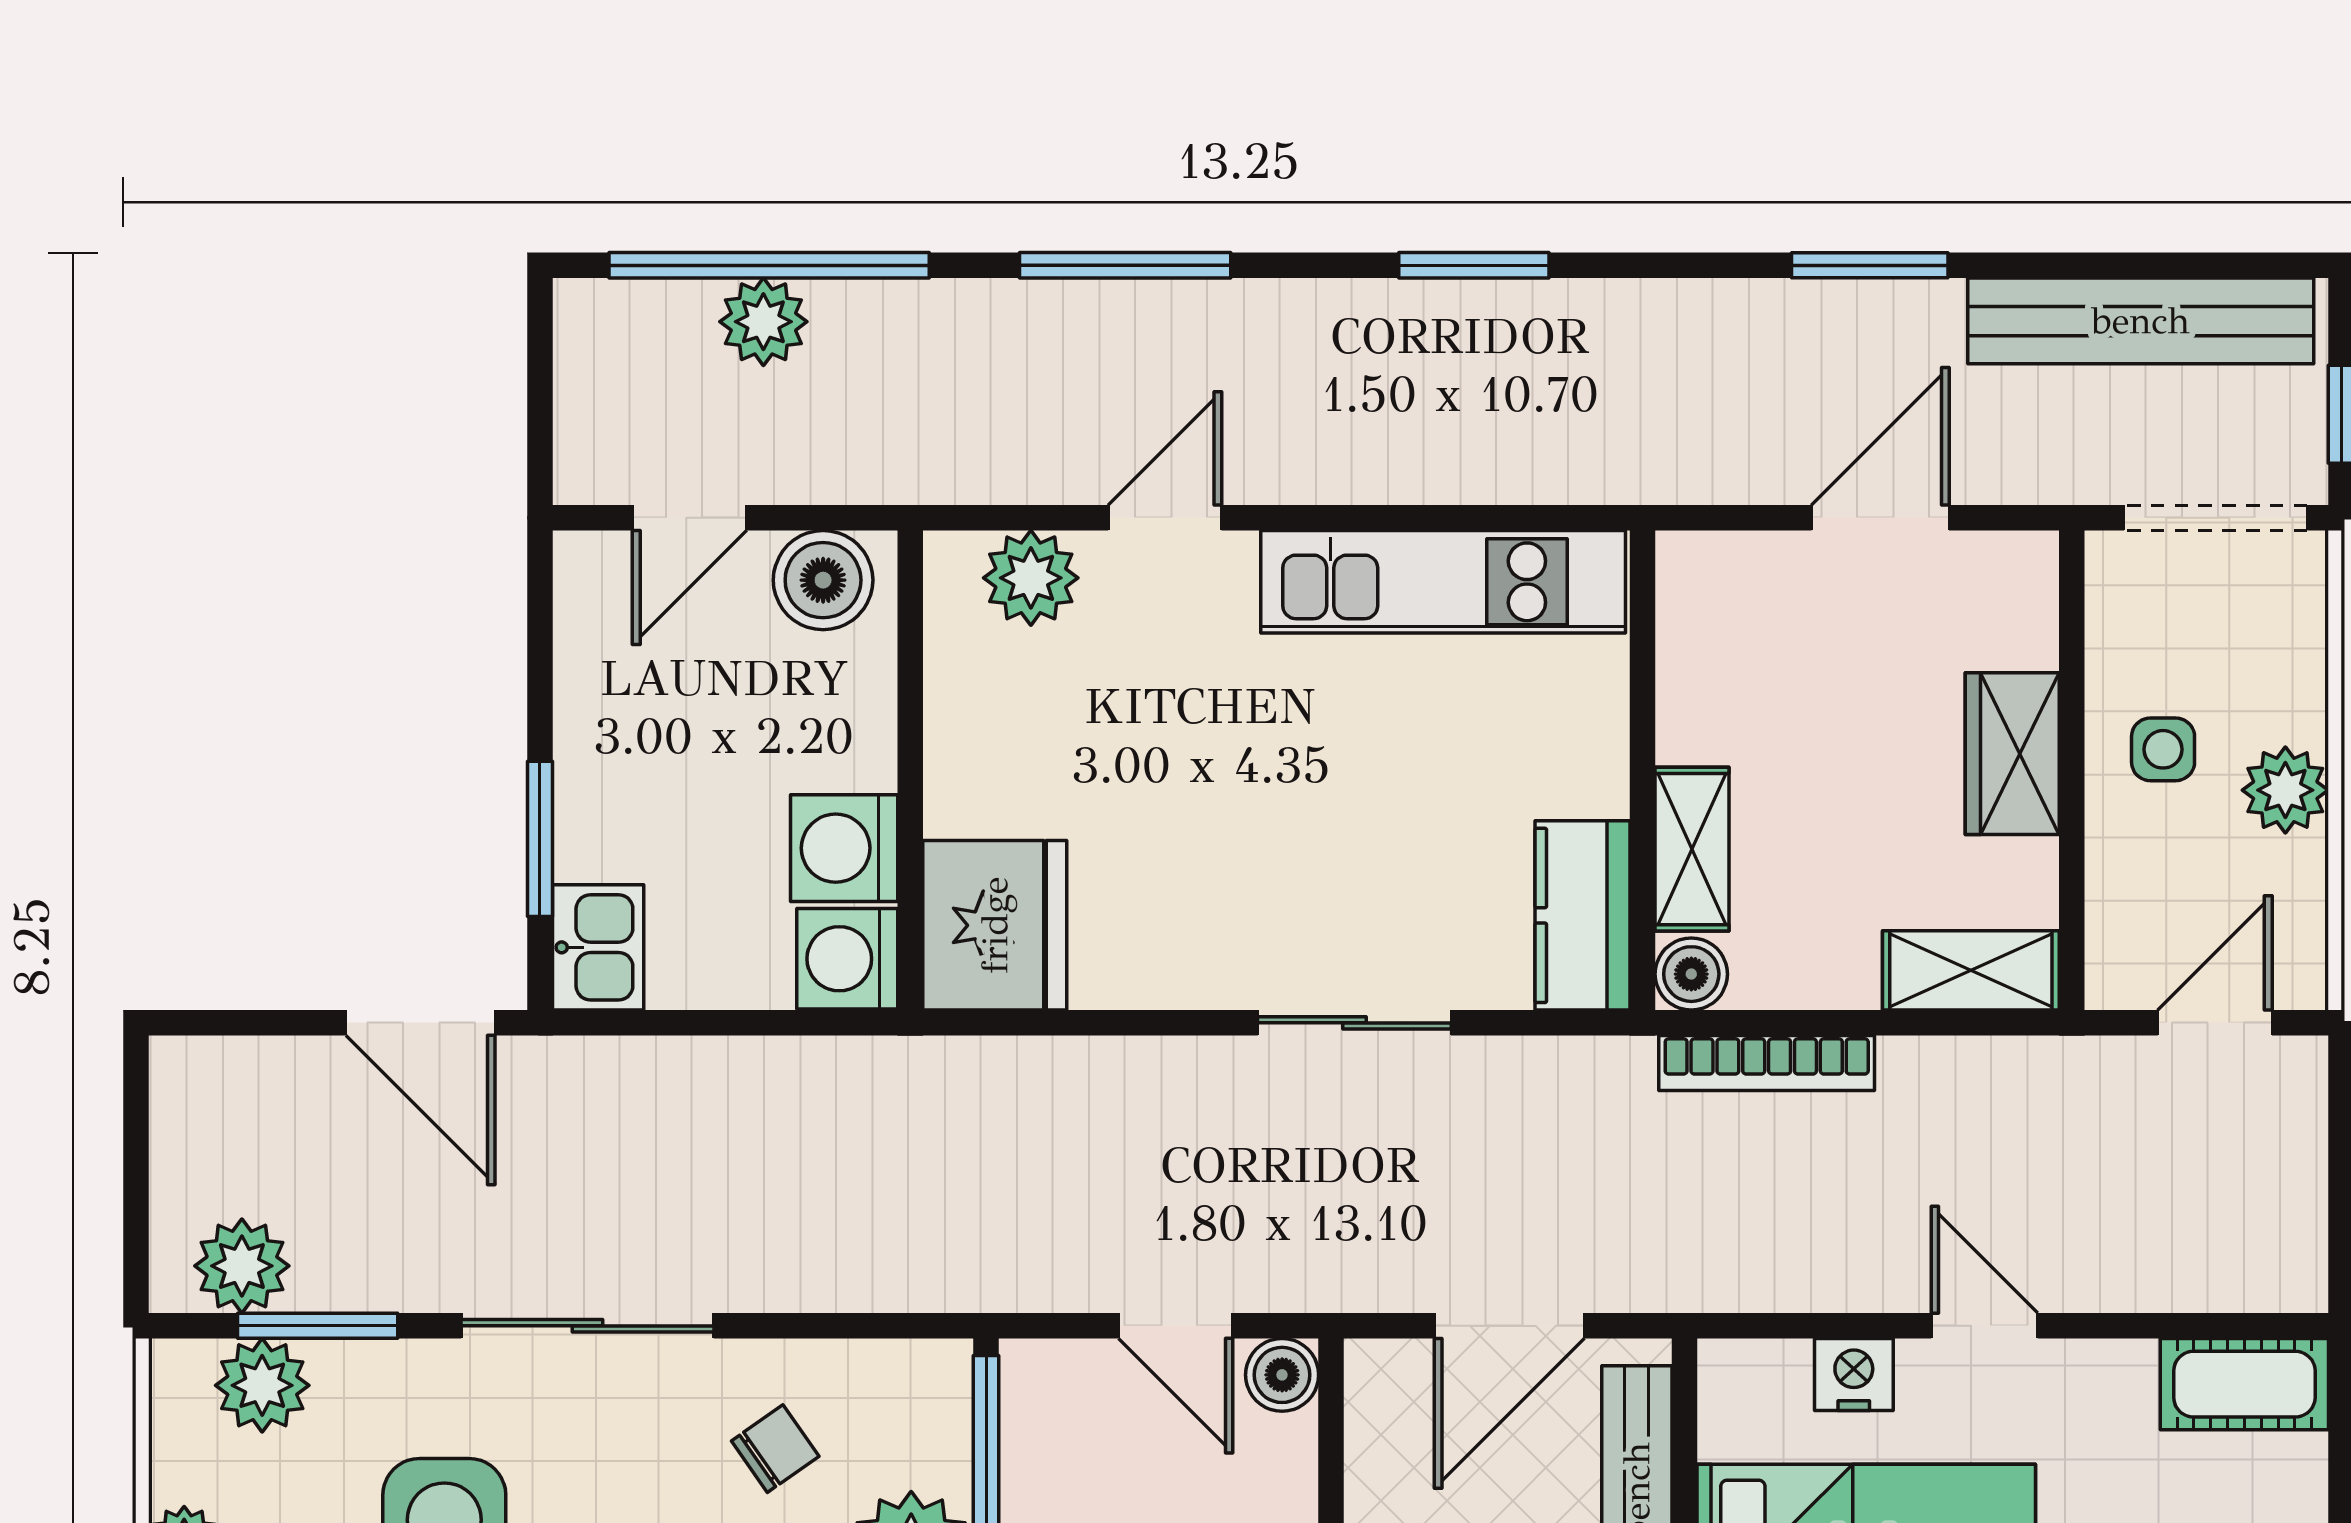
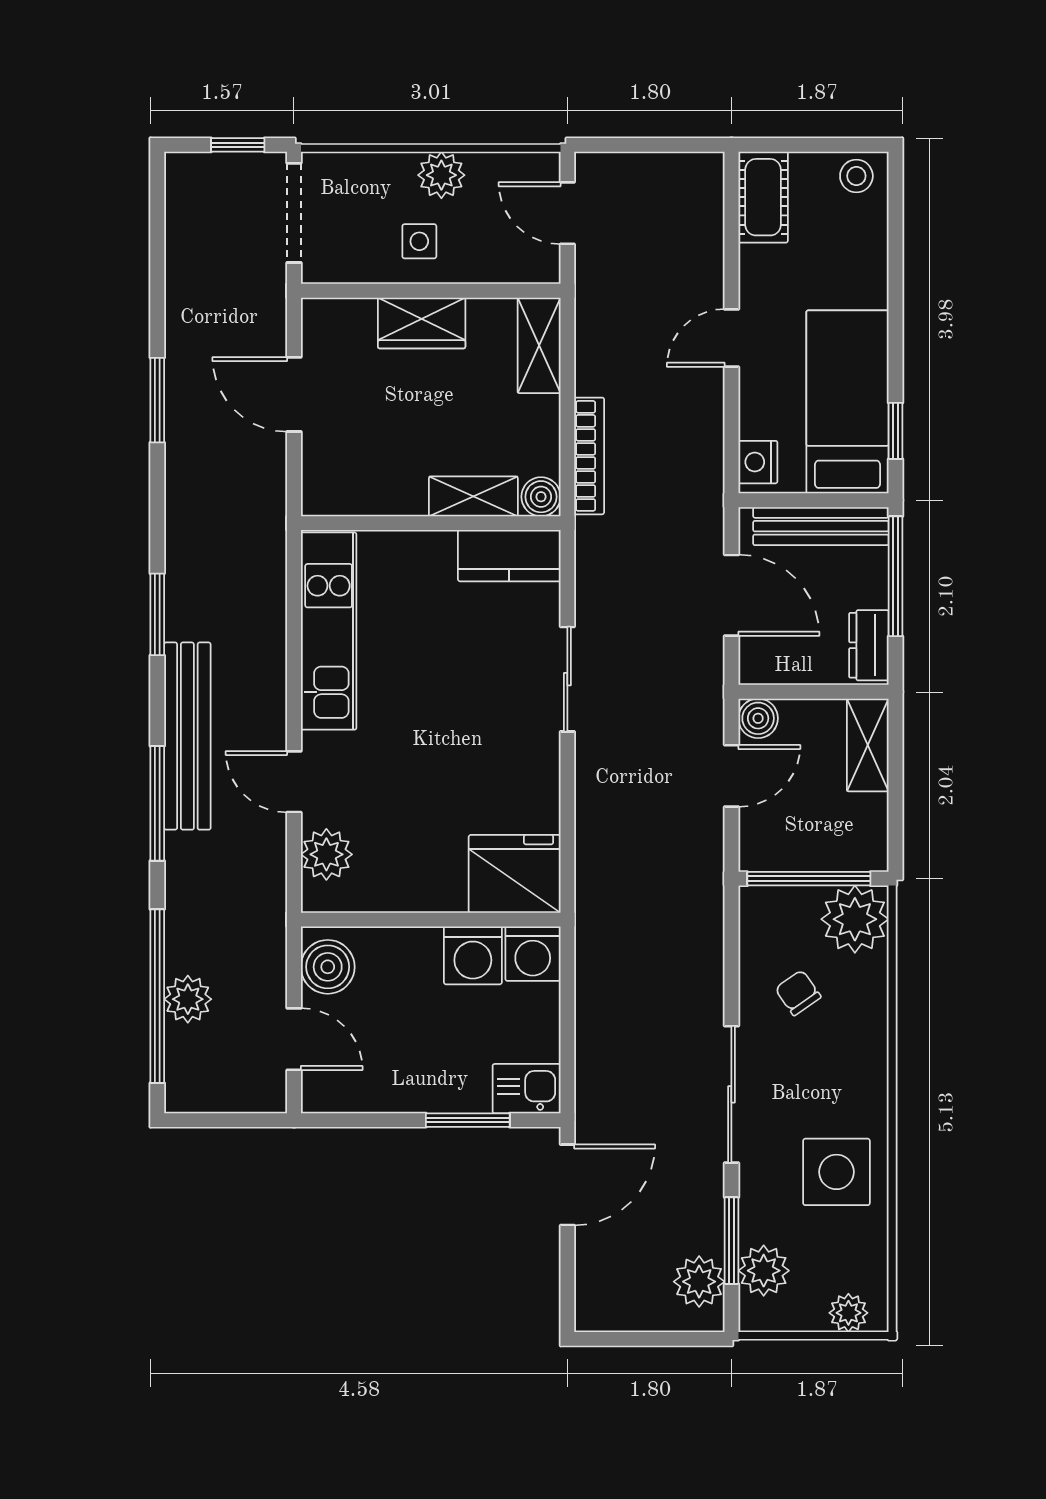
bench: (2141, 321) -> (187, 736), moved
nightstand: (1854, 1375) -> (758, 462), moved

